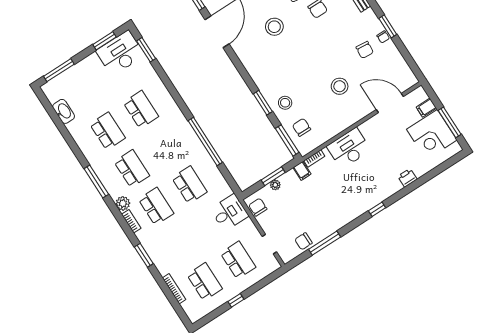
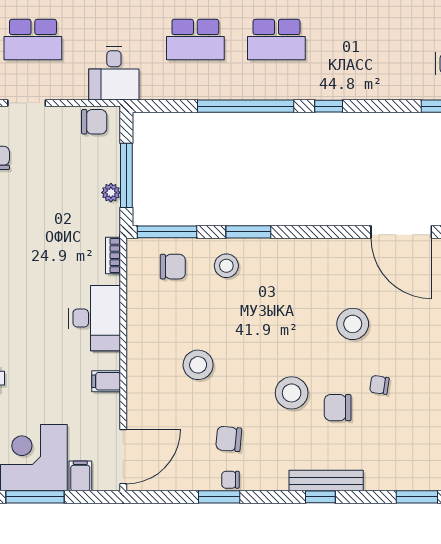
window: (388, 26) -> (219, 497), moved
stool: (325, 34) -> (292, 393), added
window: (180, 103) -> (329, 106), added
door: (390, 103) -> (123, 457), moved
school desk: (141, 109) -> (276, 40), moved
filing cabinet: (302, 171) -> (106, 381), moved
window: (273, 176) -> (126, 175), width x1.44
plant: (275, 185) -> (111, 193), moved

